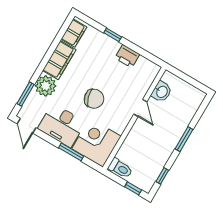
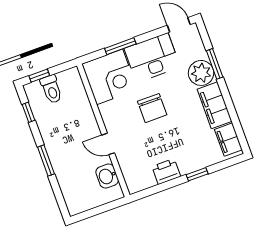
window: (25, 94) -> (215, 64), moved
chair: (94, 99) -> (152, 108), turned -74
toilet: (120, 168) -> (51, 89), moved, turned -90

